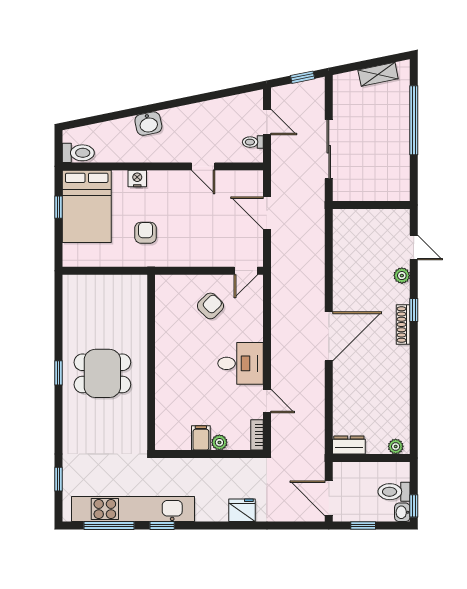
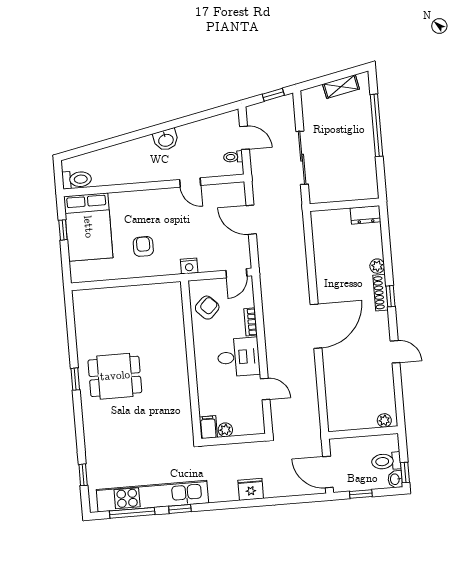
washbasin: (148, 124) -> (166, 140), moved
nightstand: (137, 179) -> (189, 266), moved, turned 180
door: (414, 248) -> (395, 352), moved
shoe rack: (403, 325) -> (381, 293), moved
wall: (151, 362) -> (191, 360), moved
bookcase: (257, 435) -> (251, 322), moved
dresser: (349, 445) -> (366, 215), moved, turned 180

